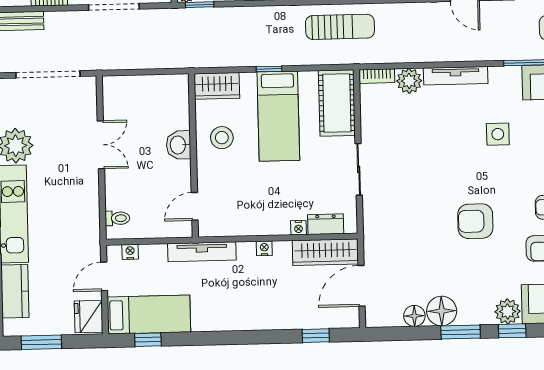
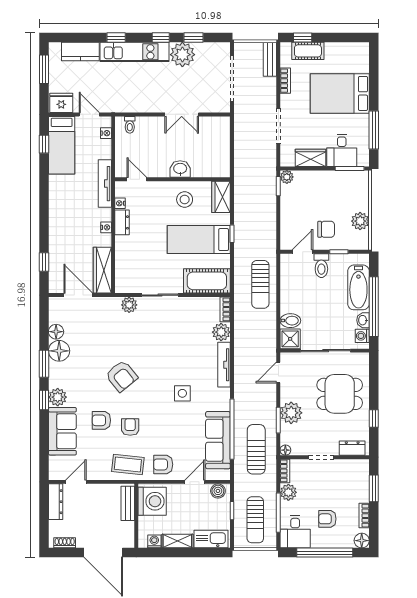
plant: (374, 213) -> (129, 305), added
armchair: (475, 221) -> (122, 376), turned 141
dresser: (326, 224) -> (122, 222), moved
nightstand: (298, 228) -> (120, 203), moved

